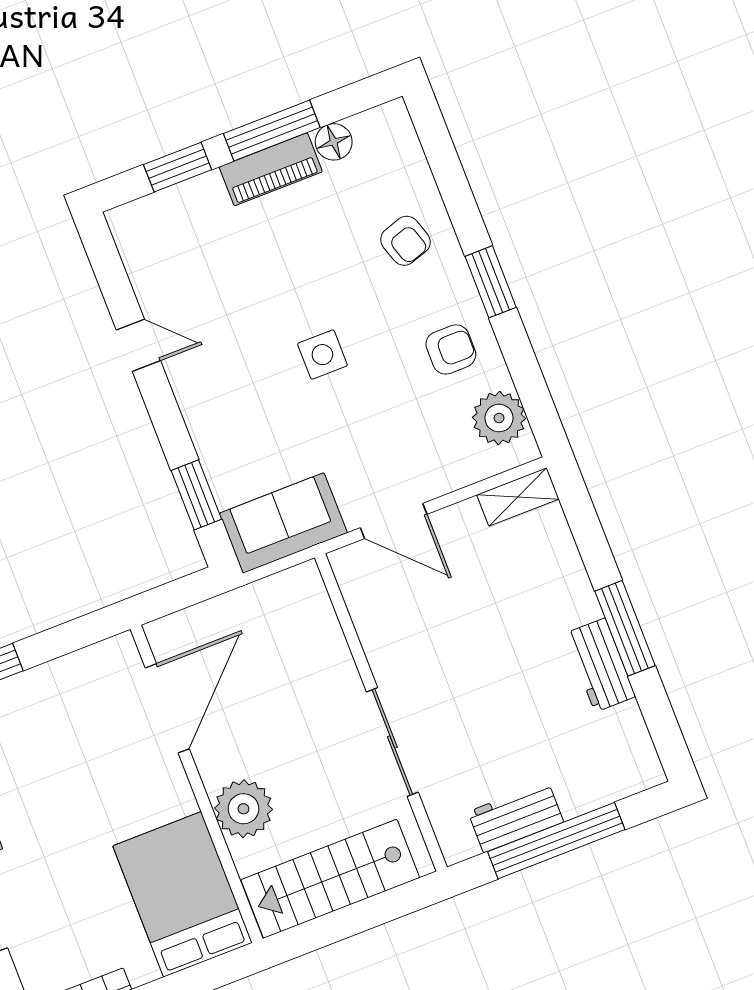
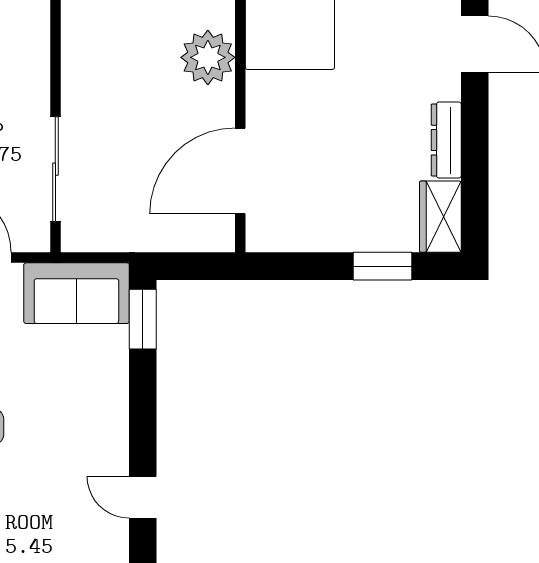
window: (196, 495) -> (143, 319), moved
sliding door: (392, 742) -> (55, 169), moved

